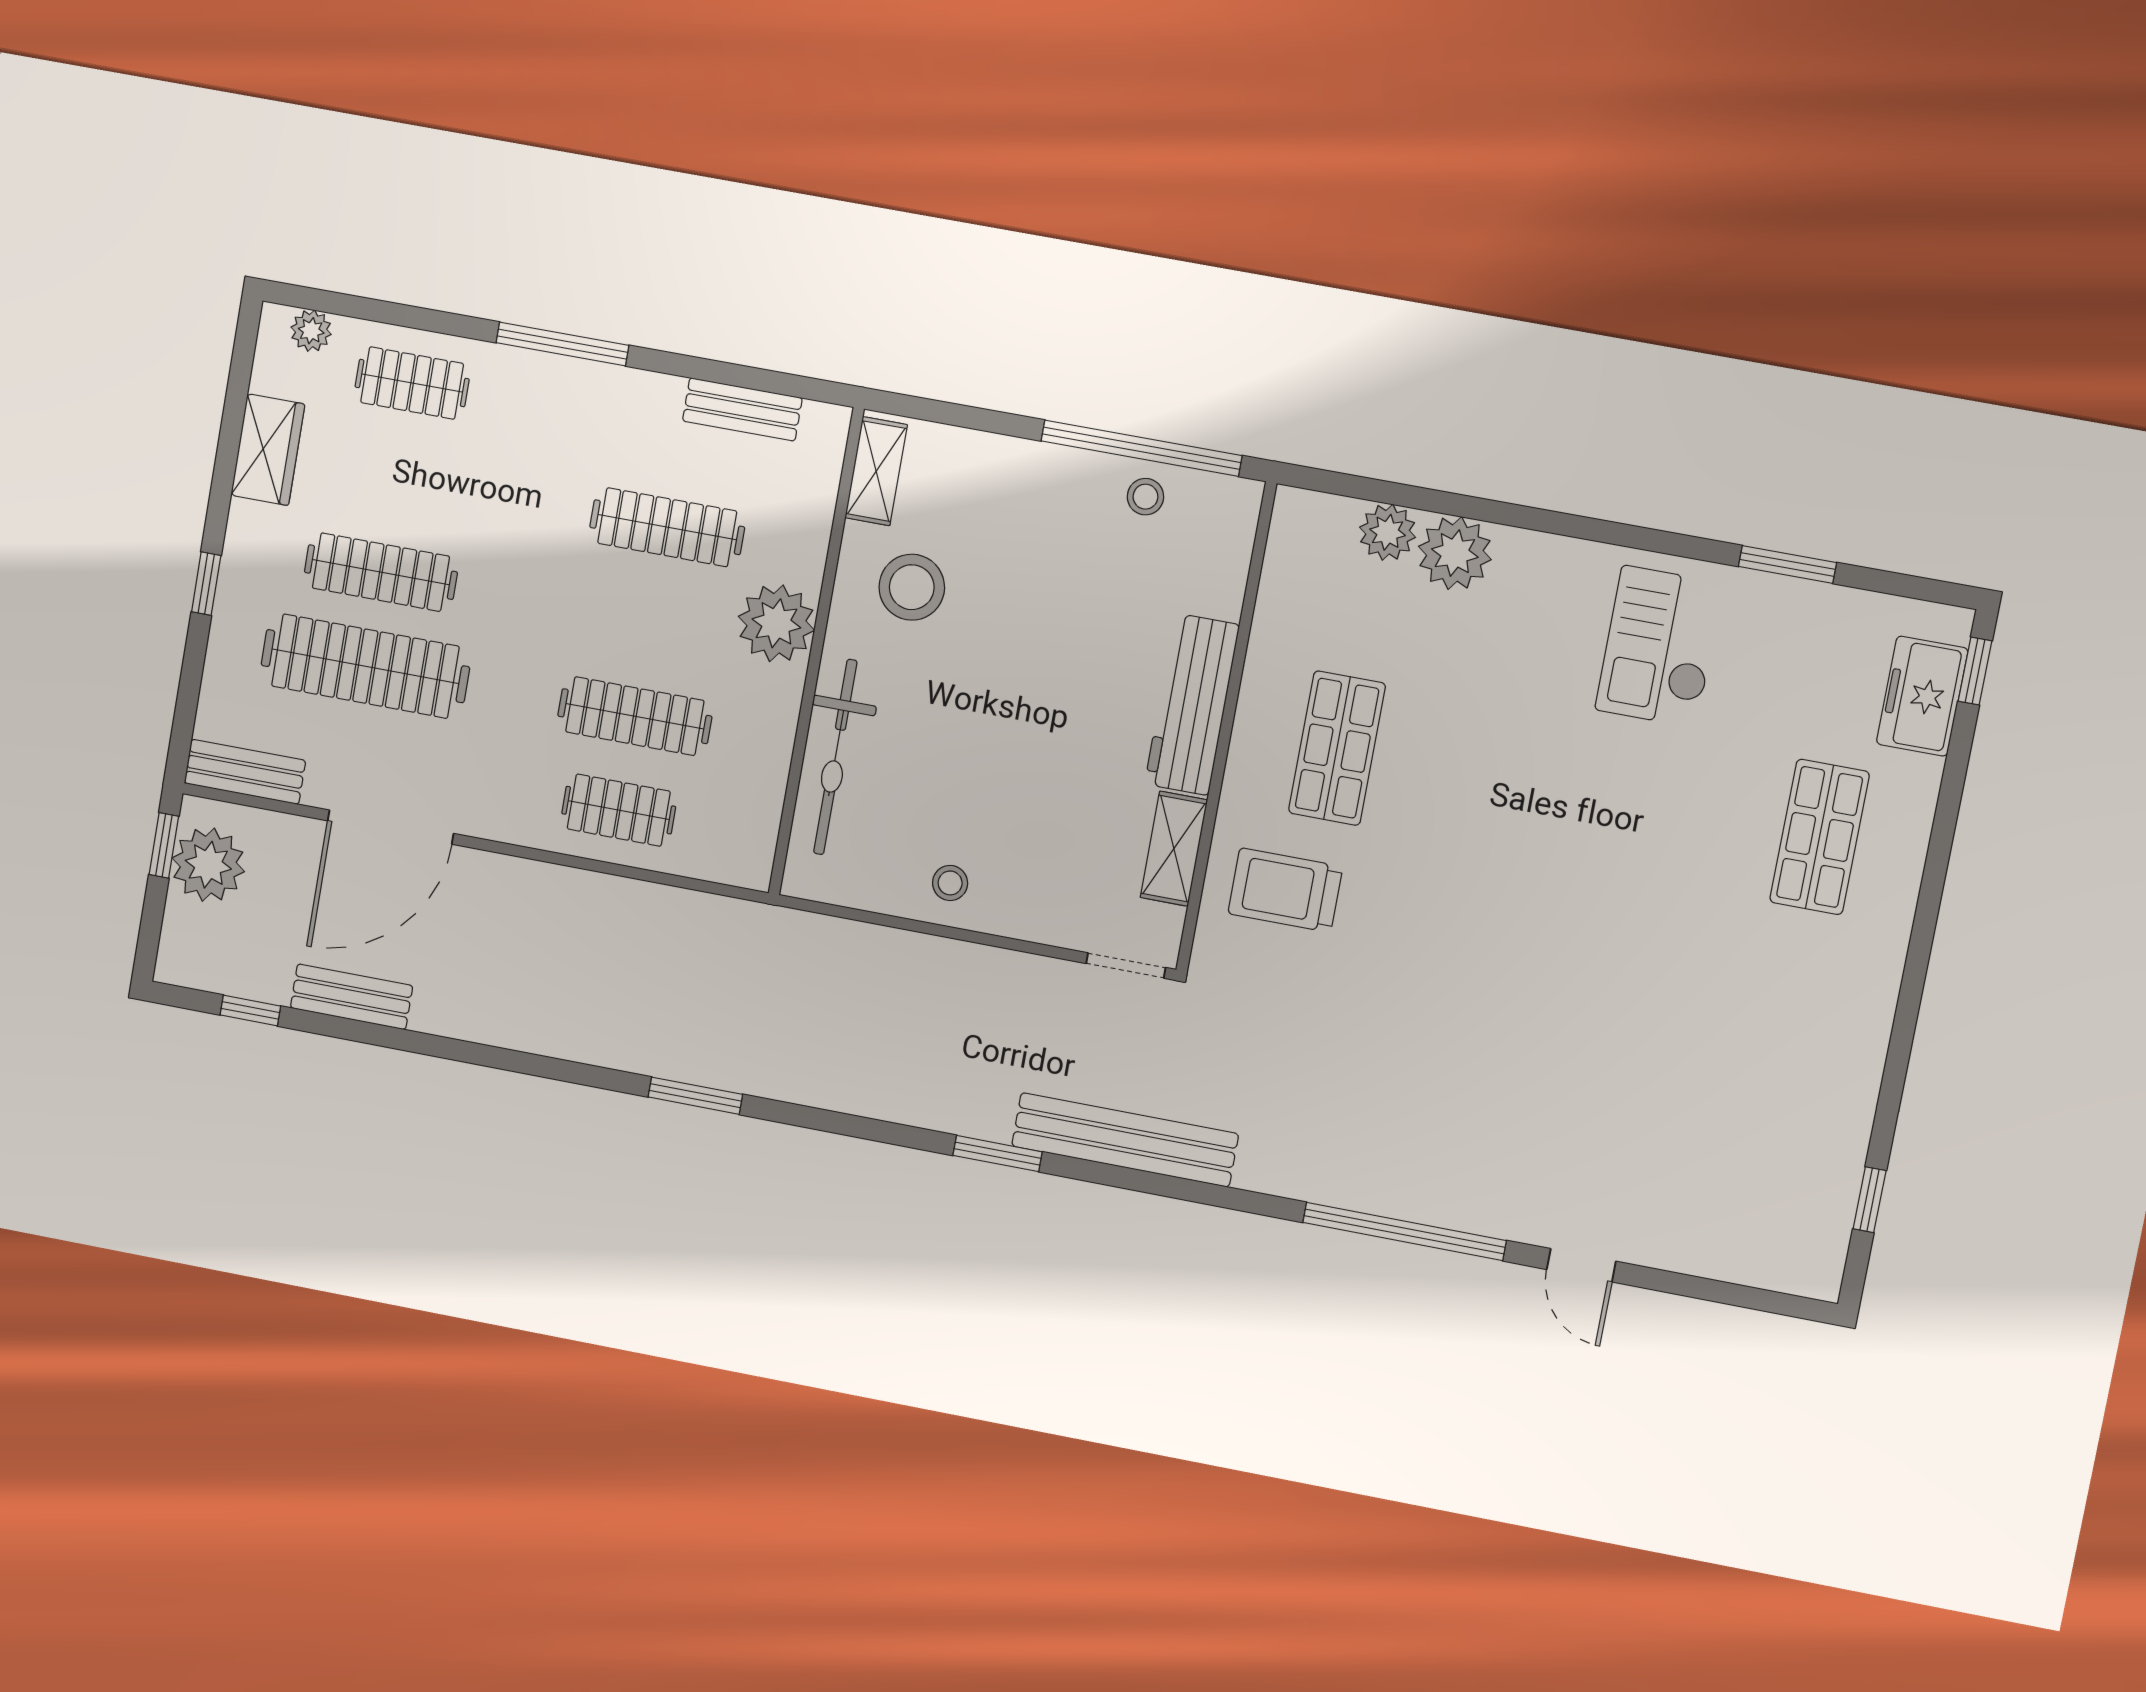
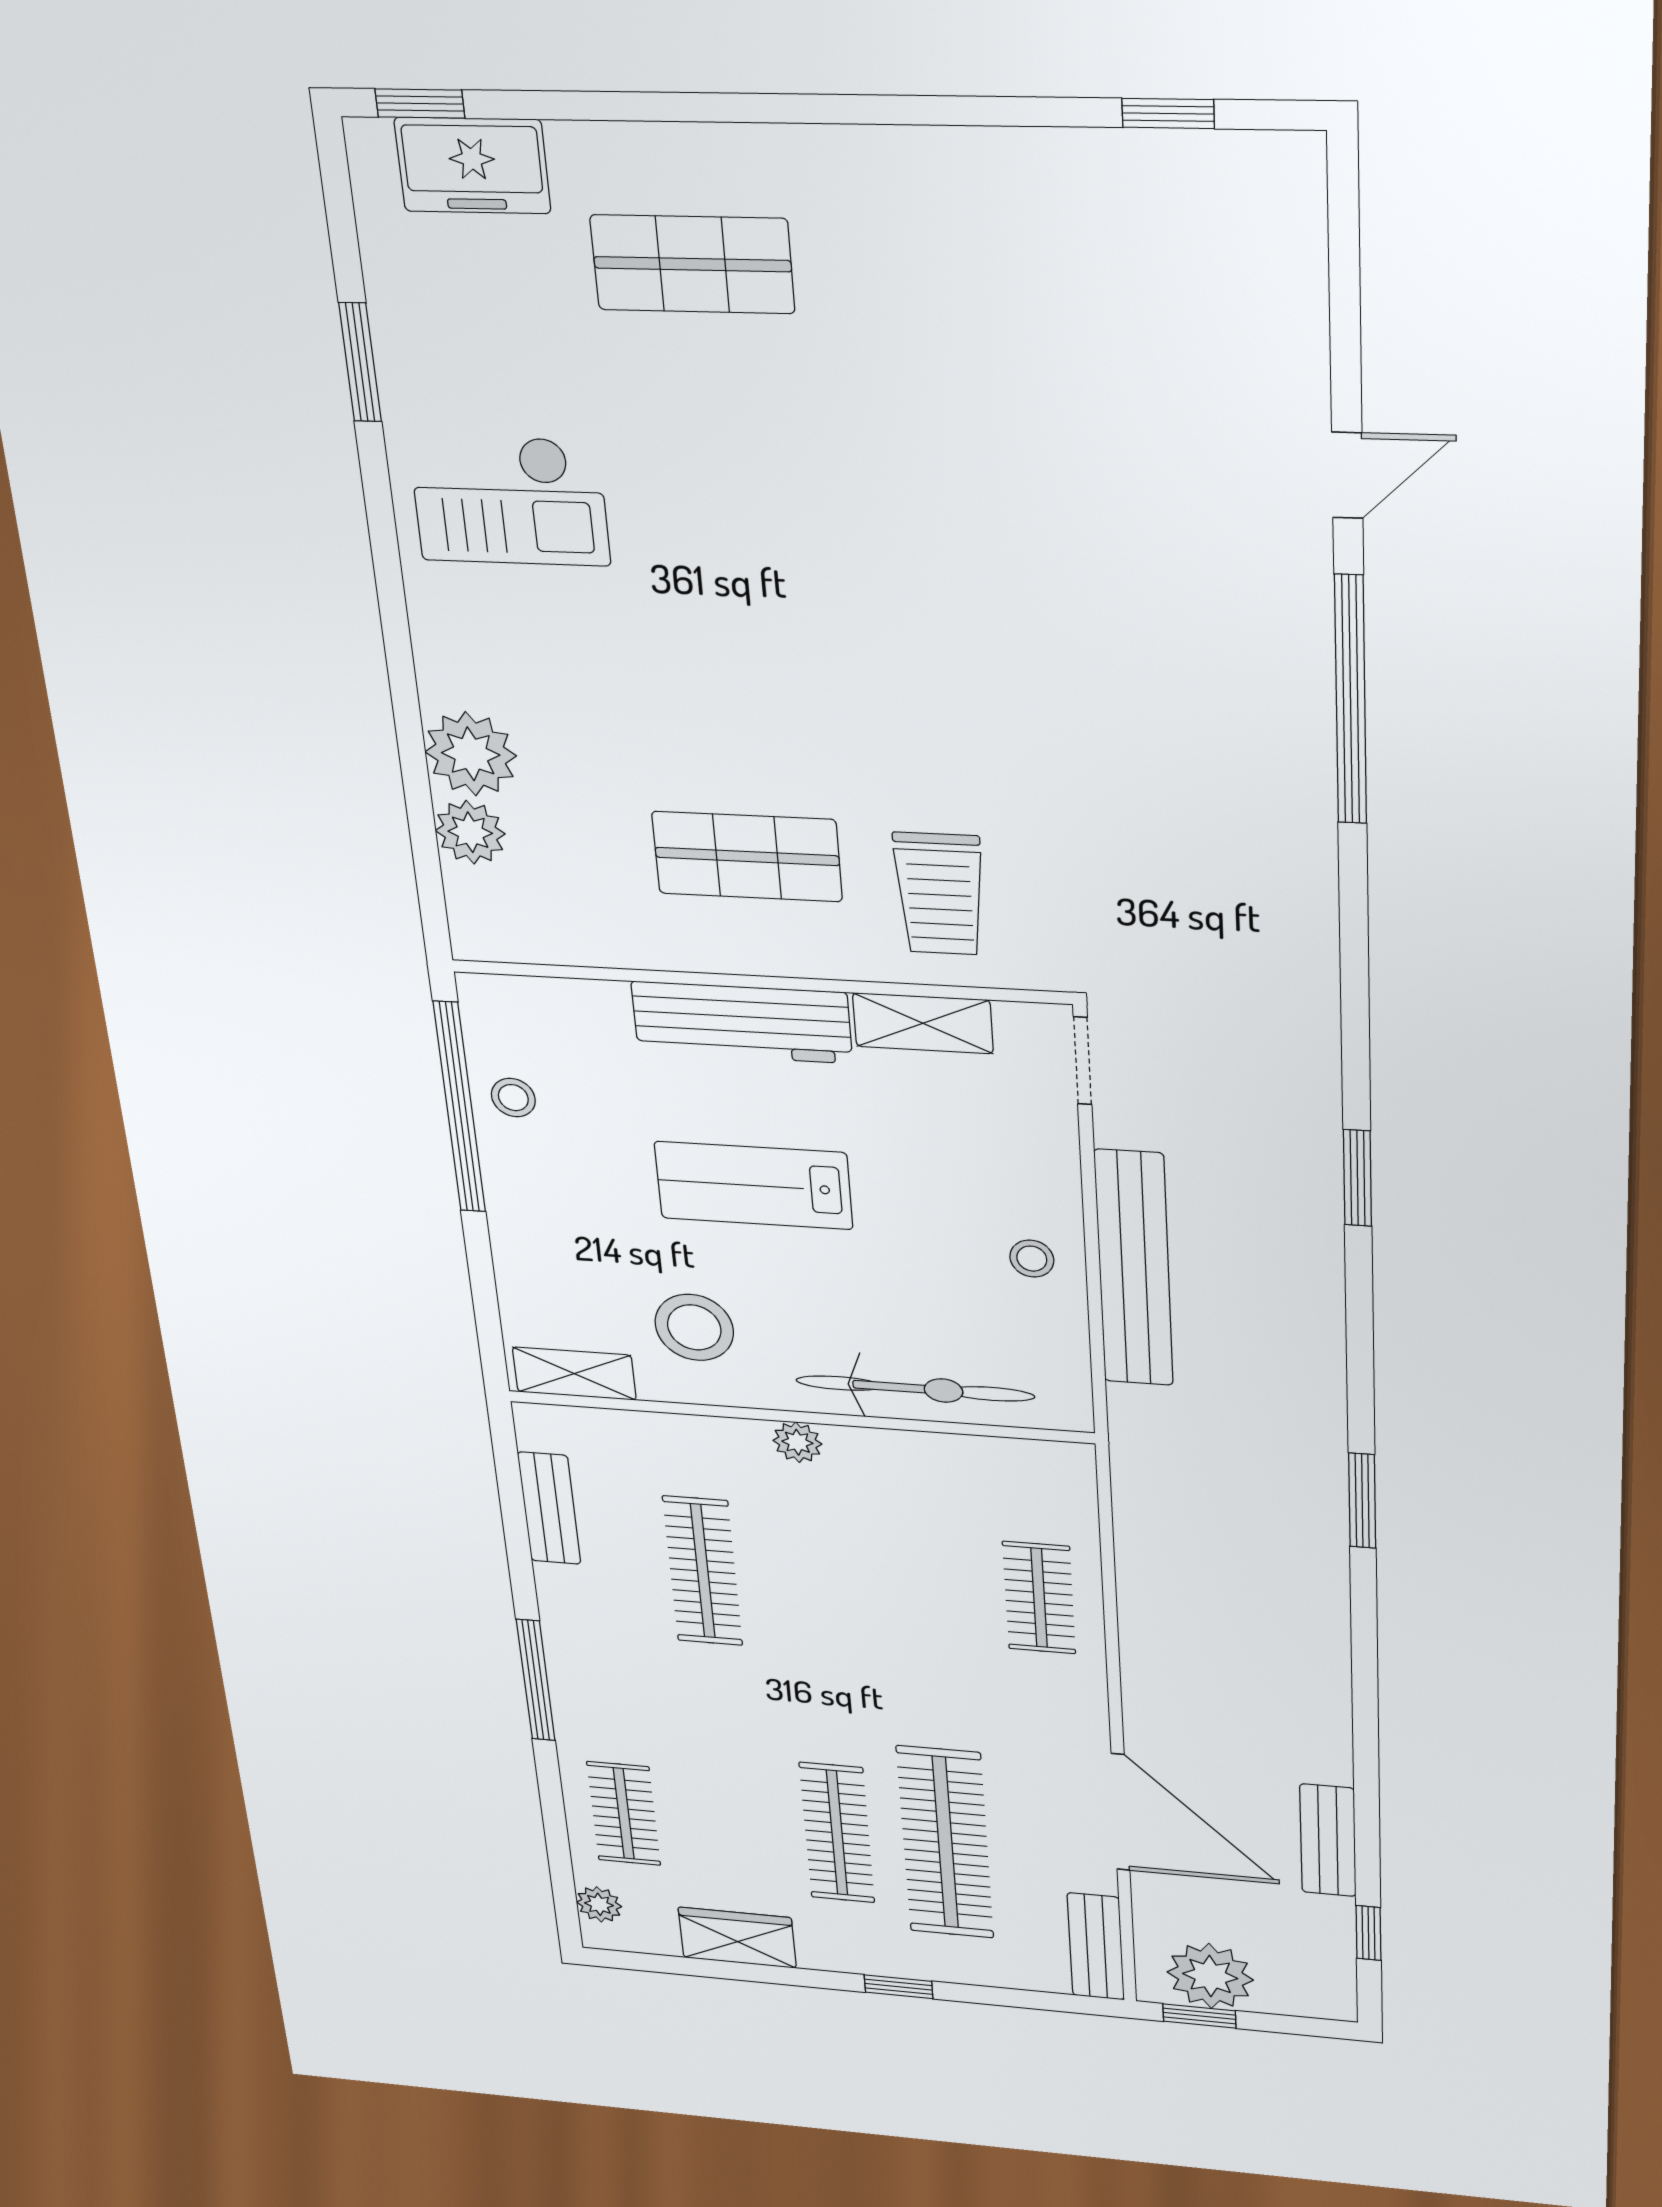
plant: (776, 623) -> (797, 1442), width x0.53, depth x0.53
lab bench: (1042, 674) -> (754, 1185), added
clothes rail: (635, 716) -> (926, 1589), removed
bench: (1125, 1140) -> (1134, 1269), moved

